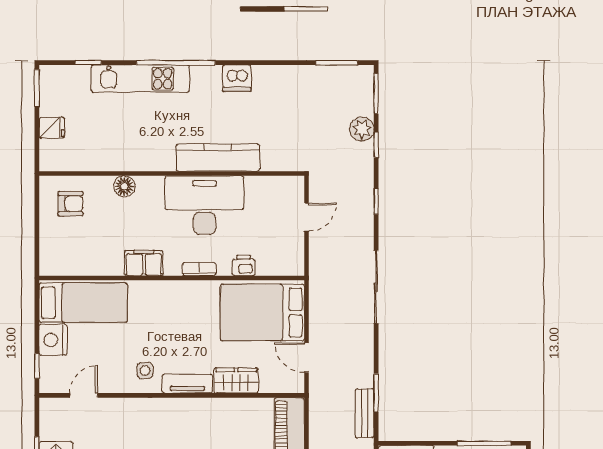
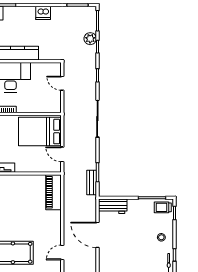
dishwasher: (237, 78) -> (43, 13), moved
door: (307, 217) -> (62, 83), swing flipped
printer: (244, 265) -> (30, 108), removed
wardrobe: (236, 380) -> (27, 166), removed

